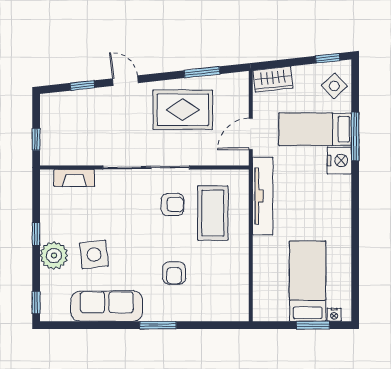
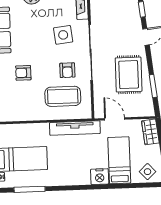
window: (355, 136) -> (30, 189), moved
side table: (94, 255) -> (63, 35), moved

